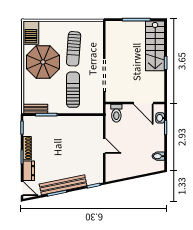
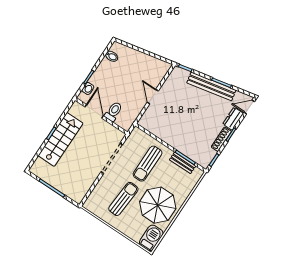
stairs: (155, 46) -> (61, 139), moved
bench: (35, 109) -> (183, 163), moved
toilet: (116, 113) -> (114, 111), moved
door: (22, 188) -> (249, 107), hinge flipped

